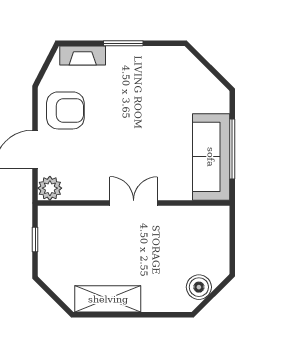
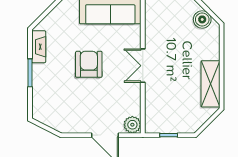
fireplace: (83, 56) -> (39, 47), moved
armchair: (65, 110) -> (89, 64), moved

